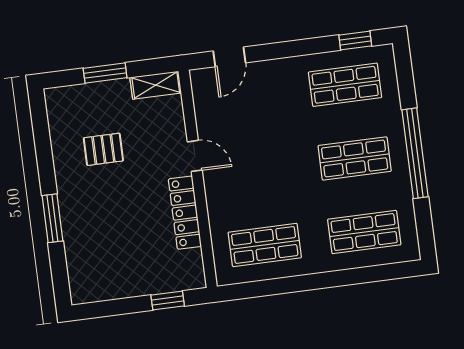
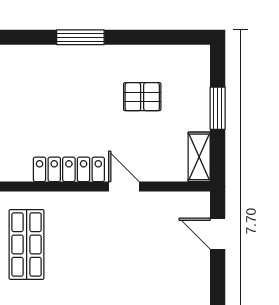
pallet: (103, 149) -> (142, 97), turned 90
door: (195, 156) -> (124, 186), swing flipped

